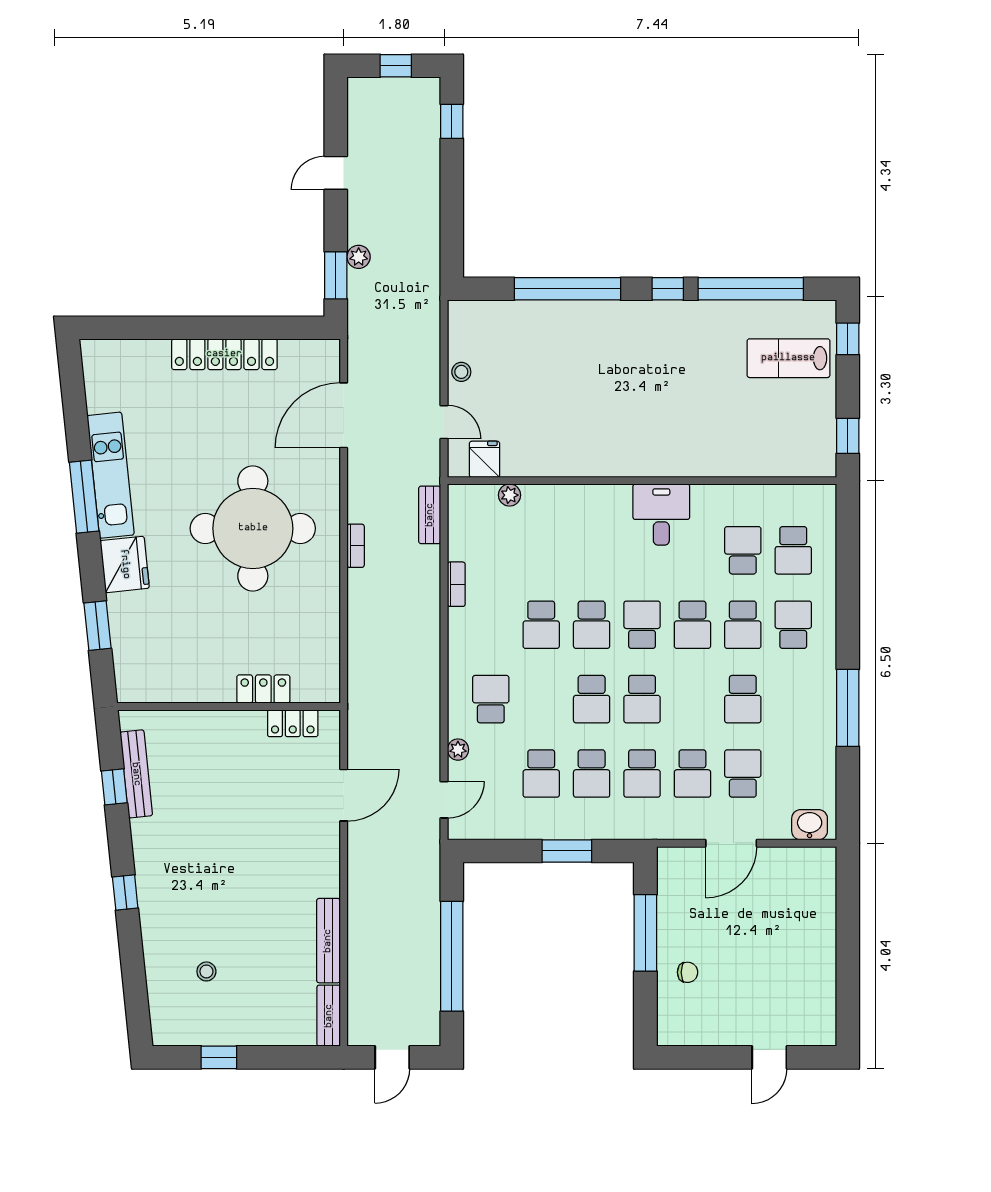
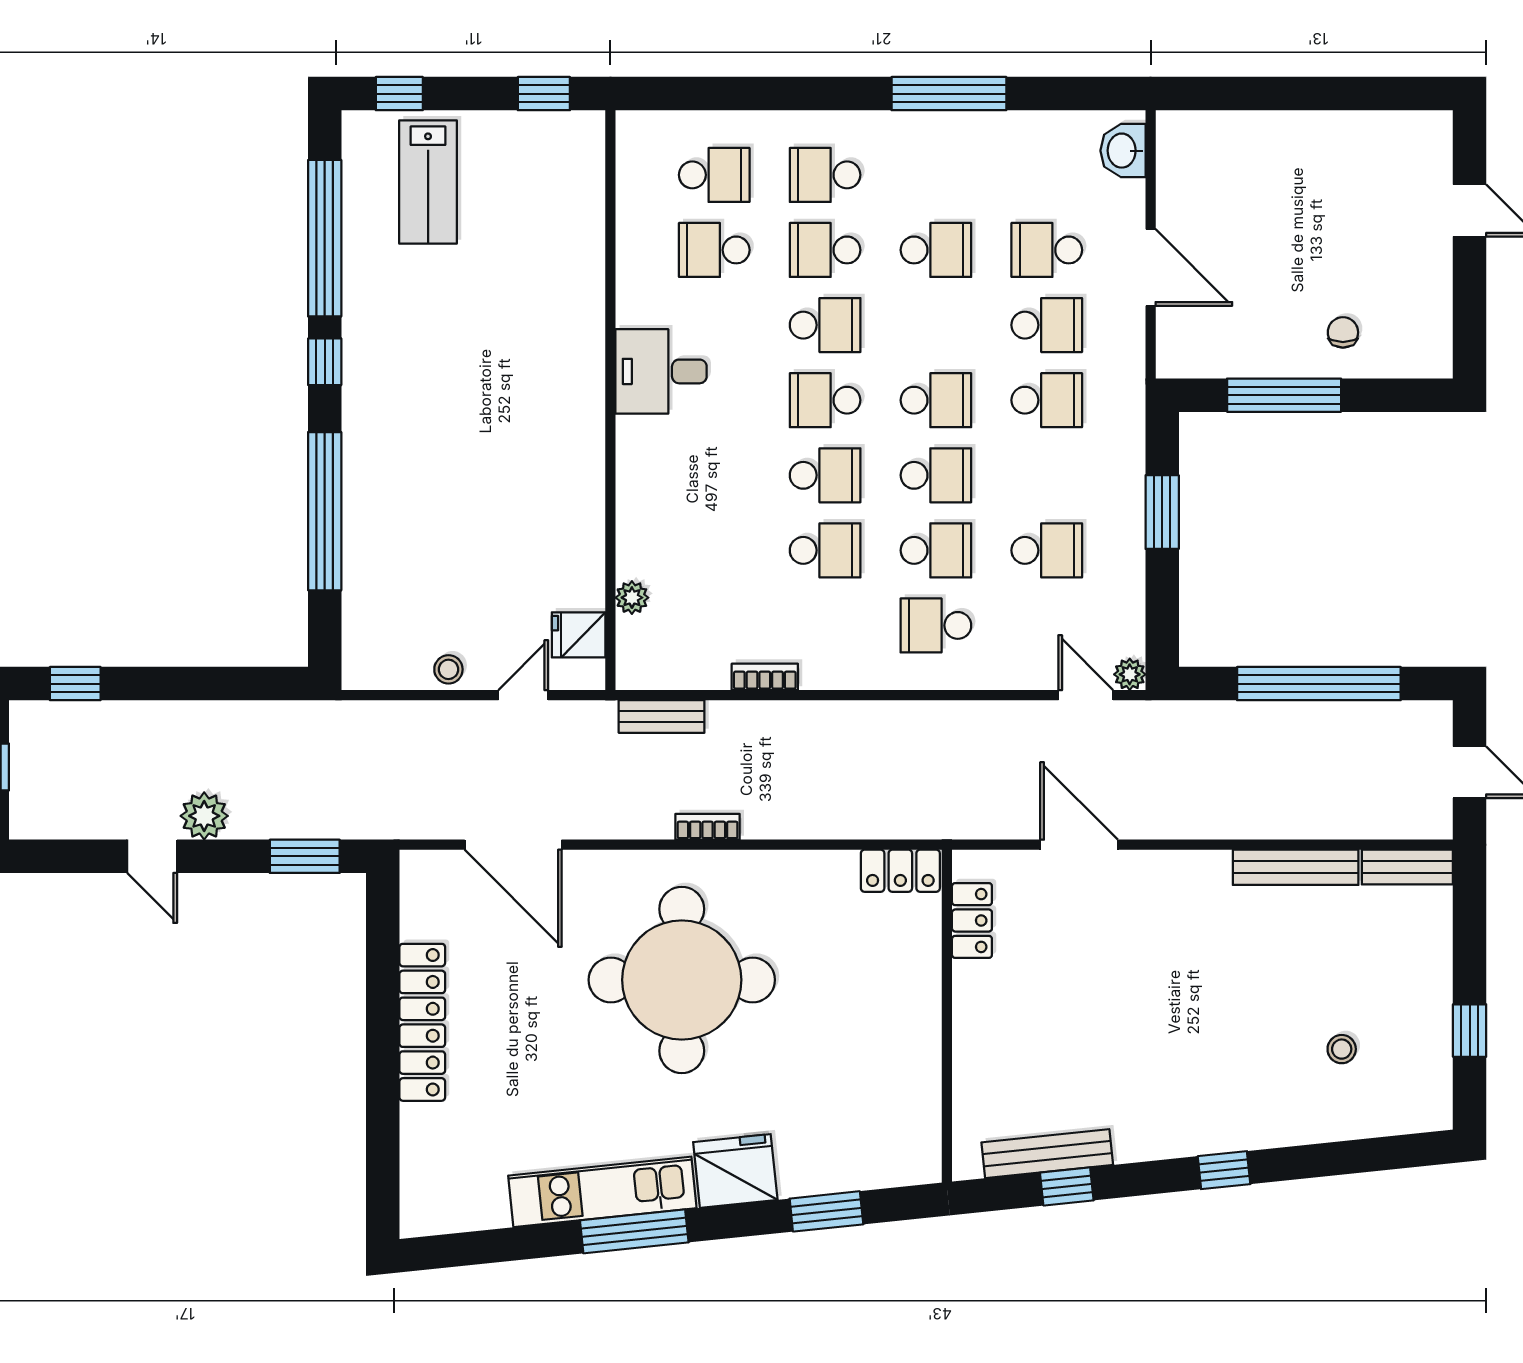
plant: (359, 257) -> (204, 816), moved, width x1.38, depth x1.38
school desk: (743, 625) -> (825, 250), turned 180
locker: (263, 689) -> (900, 871), moved, turned -90
plant: (458, 750) -> (1130, 674), moved
school desk: (592, 774) -> (936, 550), moved

